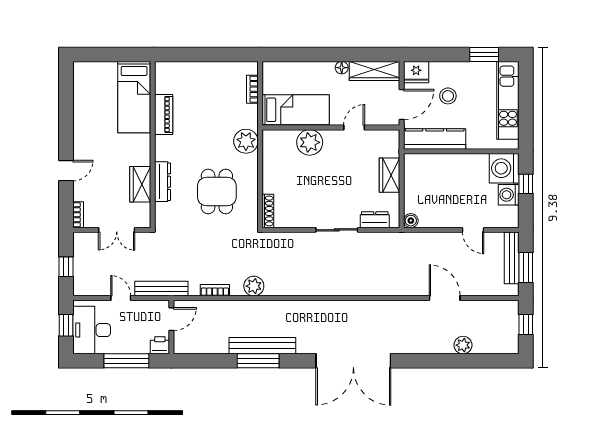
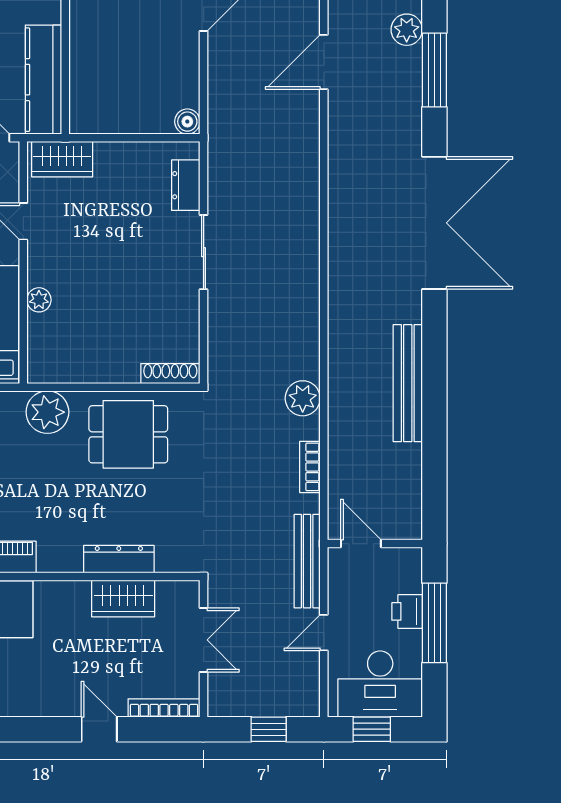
plant: (310, 142) -> (39, 300), width x0.53, depth x0.53
wardrobe: (390, 175) -> (62, 159), moved
dining table: (217, 191) -> (128, 434), moved
bookcase: (78, 215) -> (164, 708), width x1.56
printer: (160, 345) -> (407, 611), moved
window: (258, 361) -> (434, 70), moved

